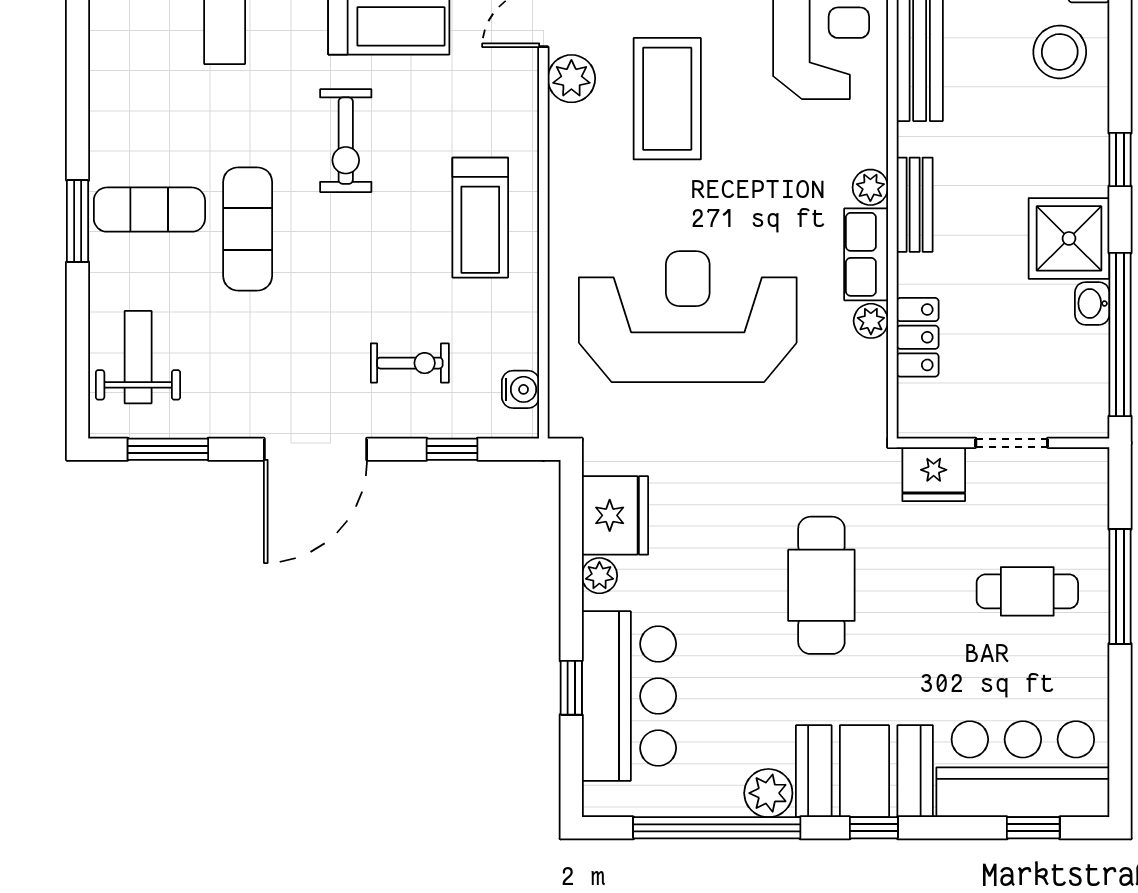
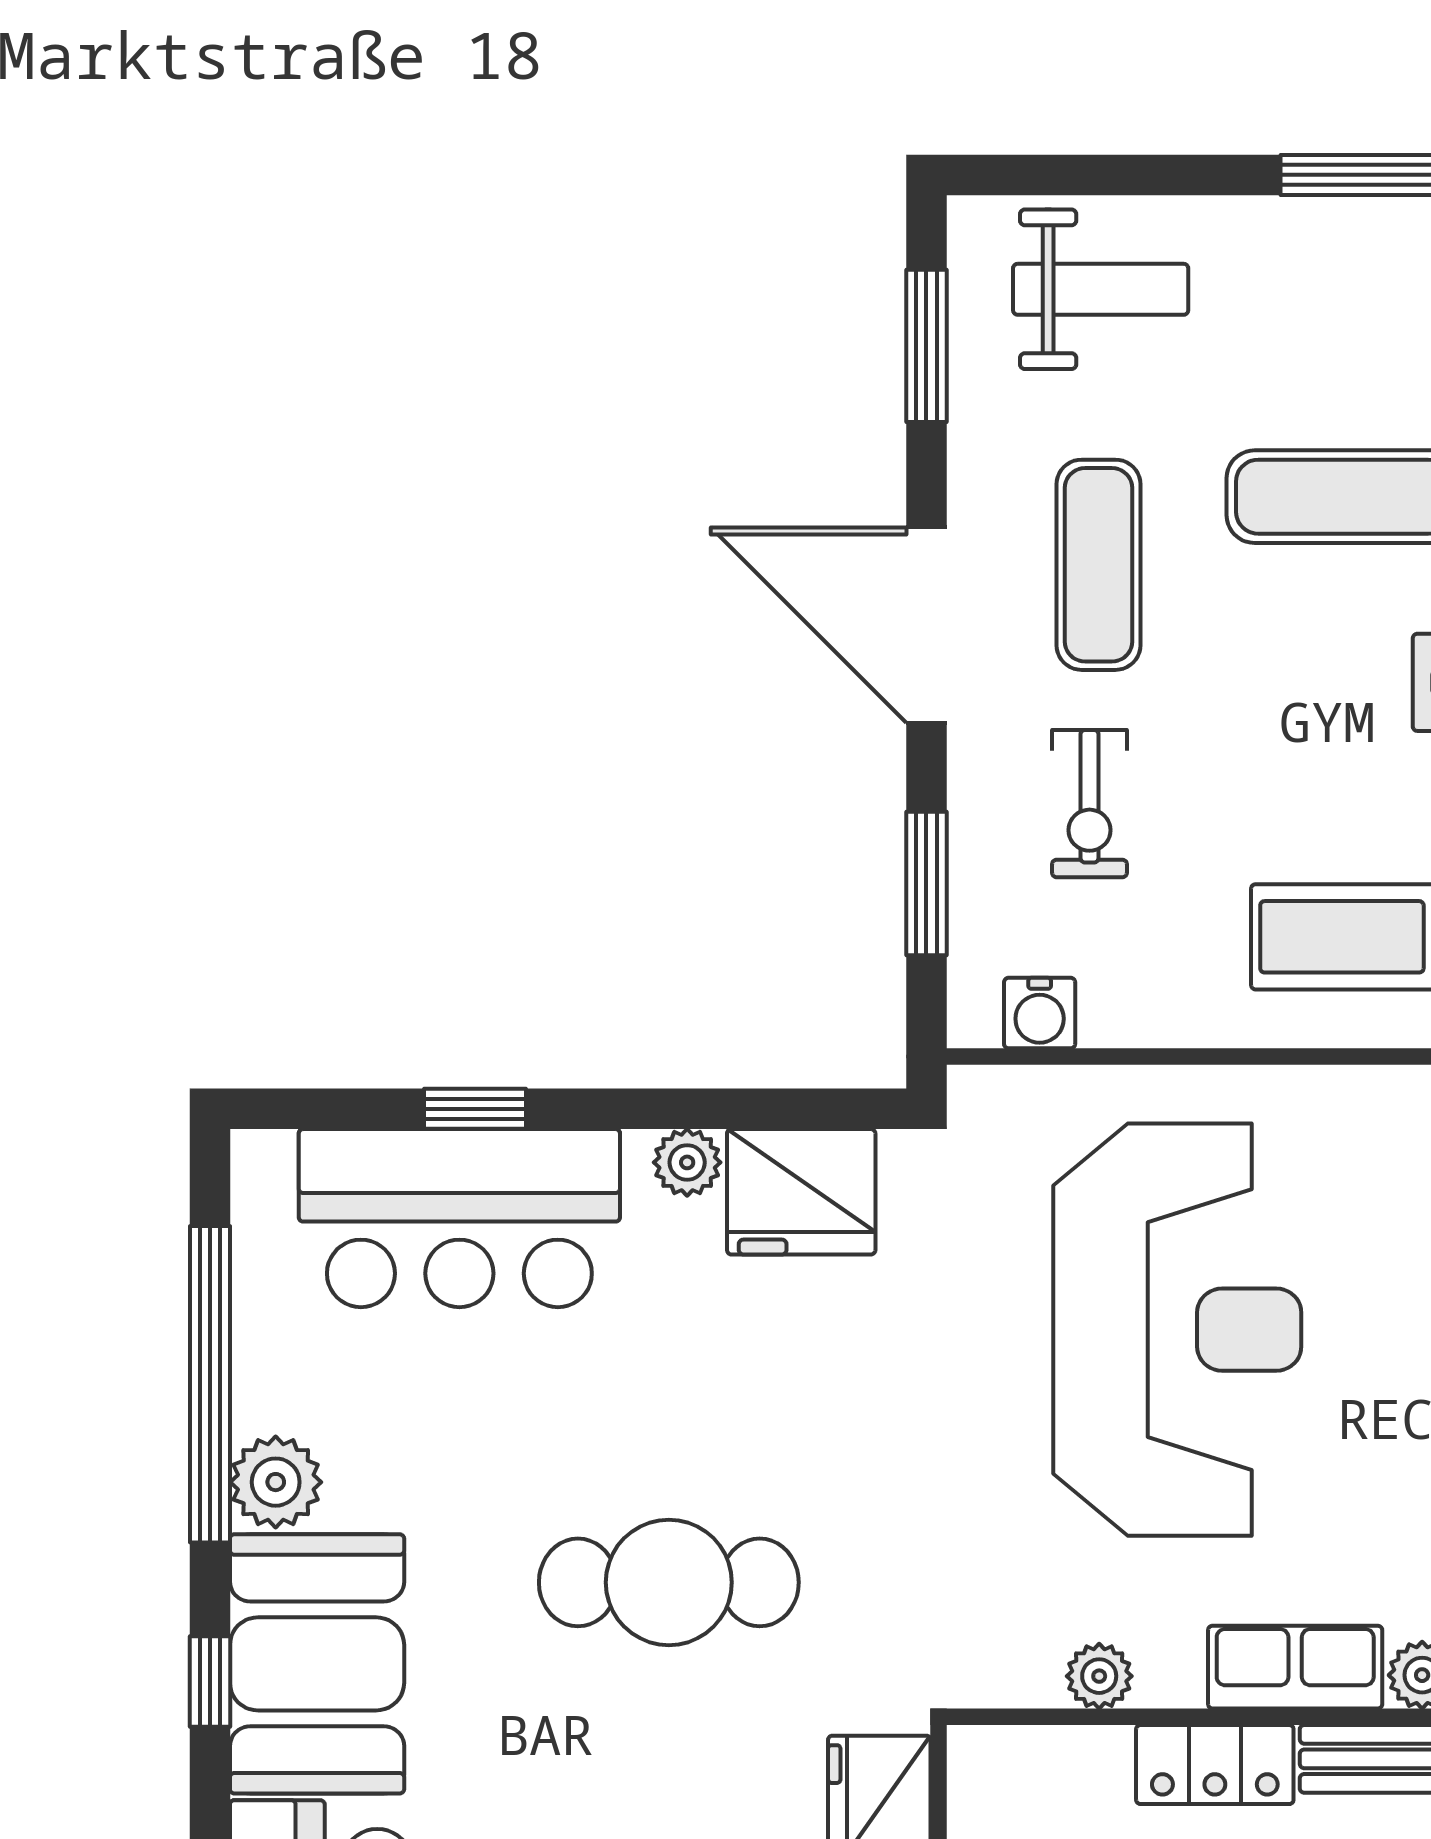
exercise mat: (149, 210) -> (1099, 565), moved
plant: (871, 321) -> (1099, 1676), moved
locker: (918, 337) -> (1215, 1765), moved
window: (452, 449) -> (926, 884), width x1.50

